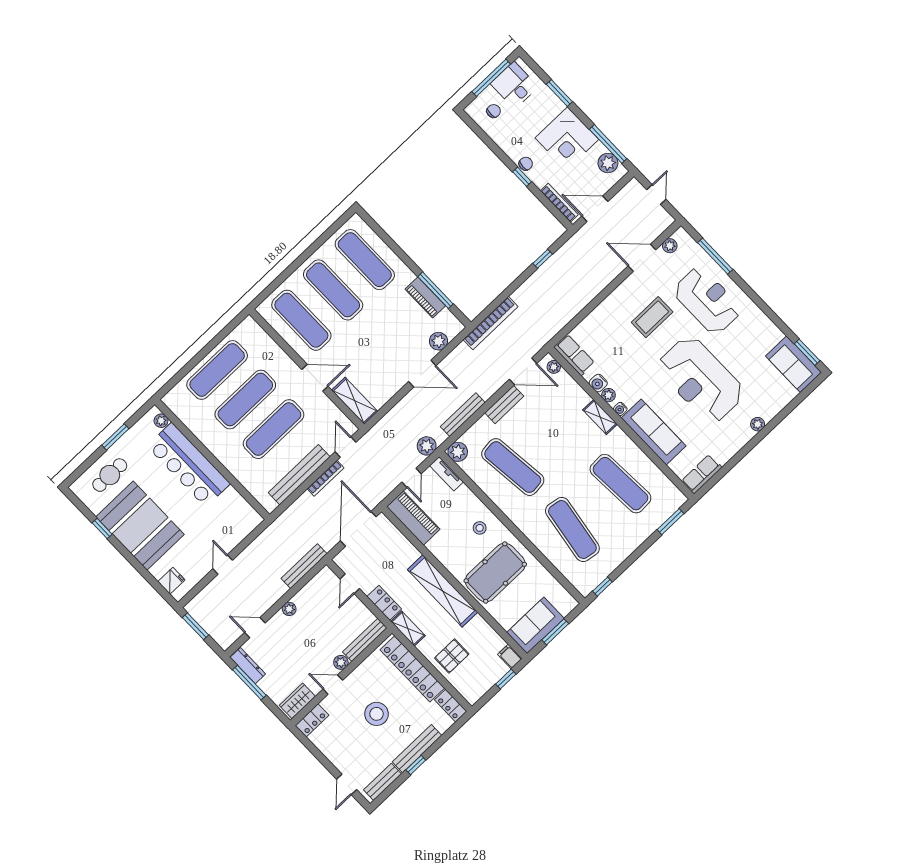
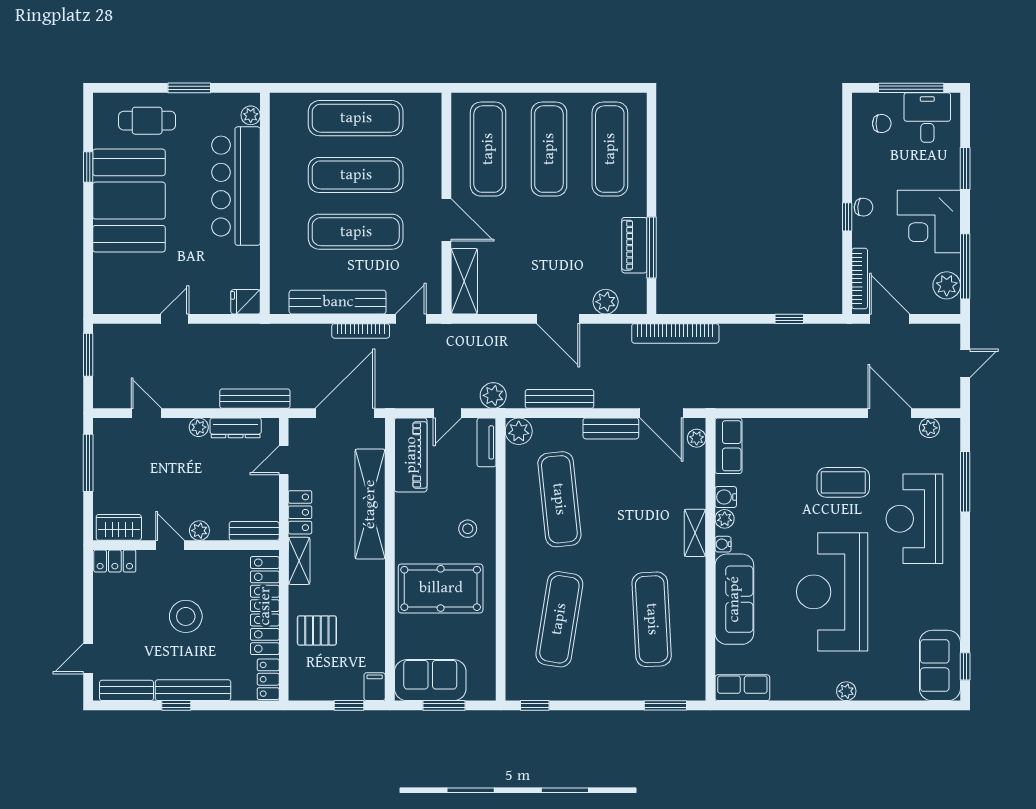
reception desk: (707, 301) -> (914, 519), turned 180
window: (807, 352) -> (965, 666), width x0.67
fridge: (171, 581) -> (245, 302), moved, turned 180
shelving: (443, 591) -> (370, 504), moved
bench: (365, 640) -> (254, 531), width x0.73
dresser: (248, 666) -> (236, 428), moved, turned 90

